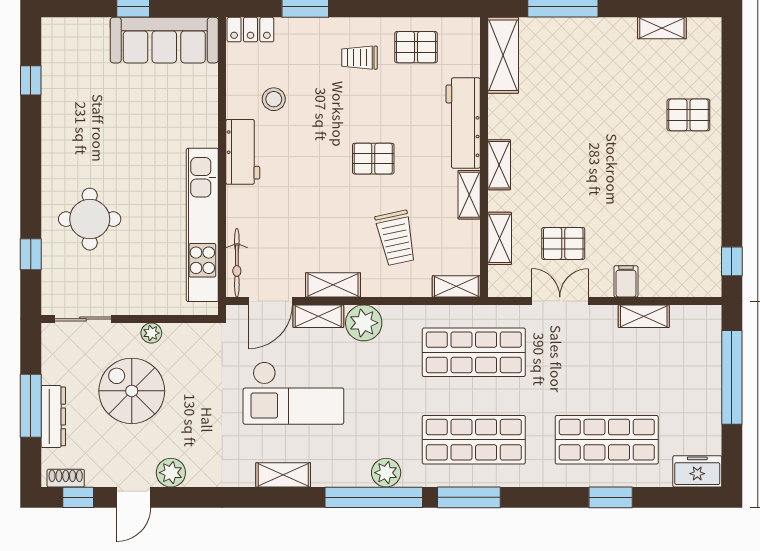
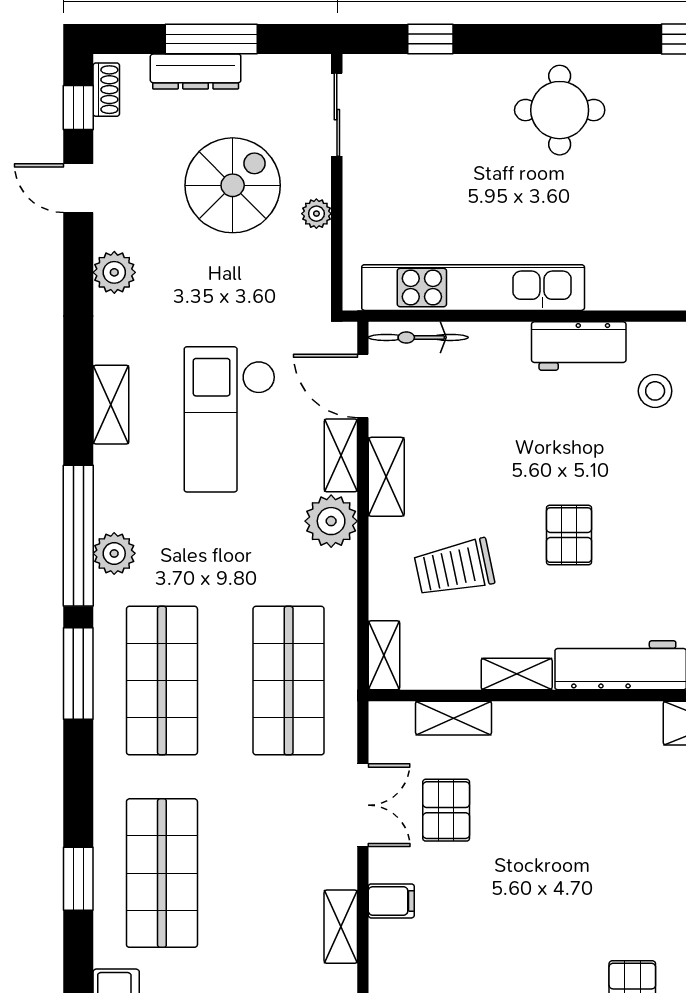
shelving: (499, 165) -> (560, 717), removed
round table: (90, 219) -> (560, 110), moved
plant: (171, 473) -> (114, 272), moved

